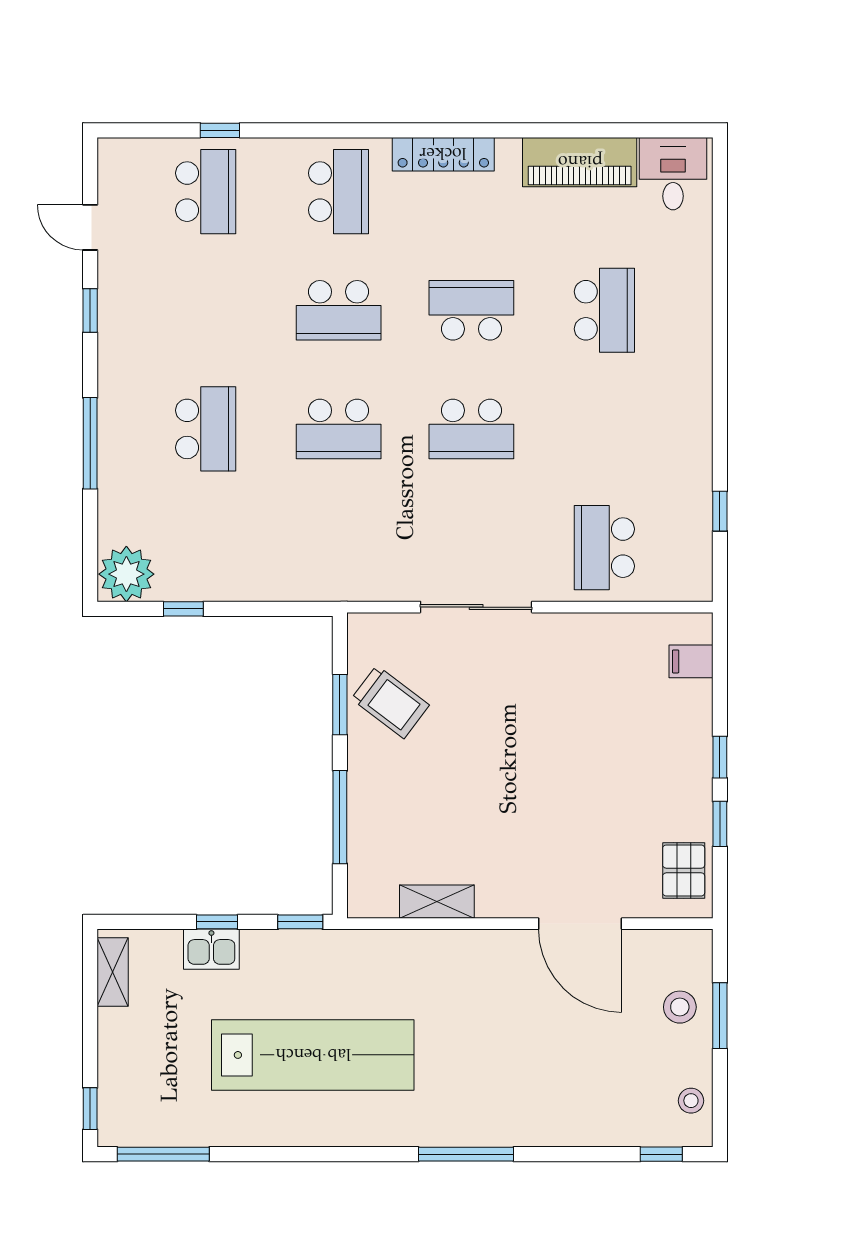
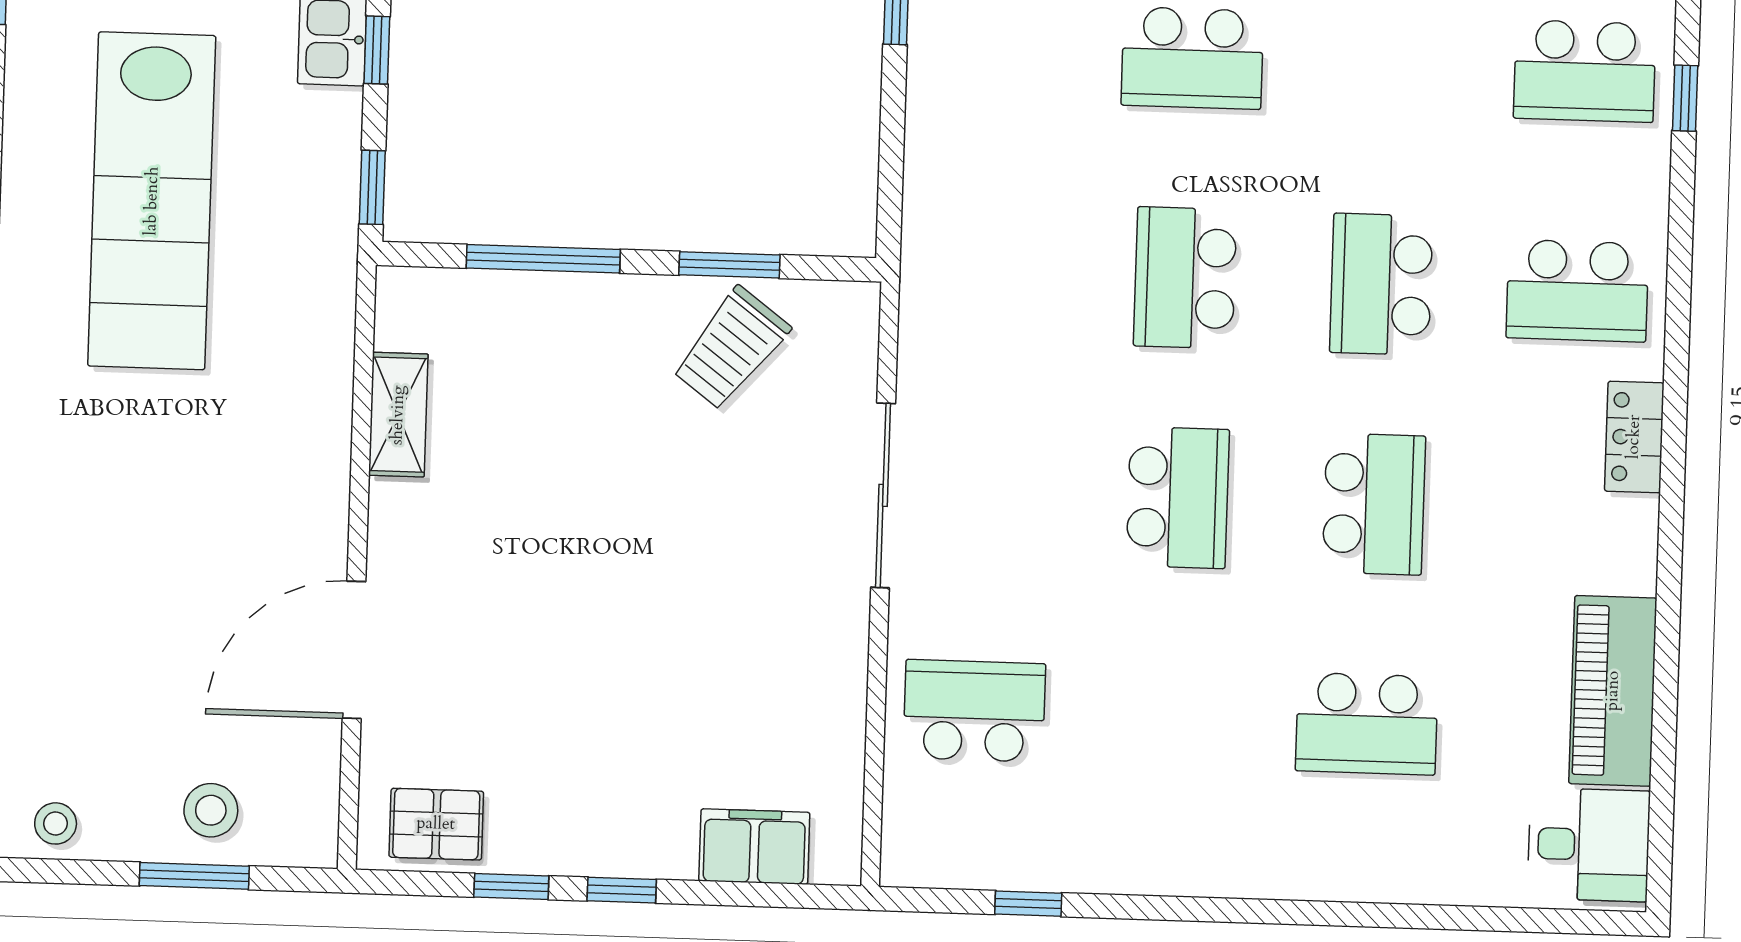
locker: (443, 154) -> (1634, 437), width x0.66
school desk: (471, 429) -> (1178, 498), turned 180
filing cabinet: (691, 661) -> (754, 847), width x2.00

